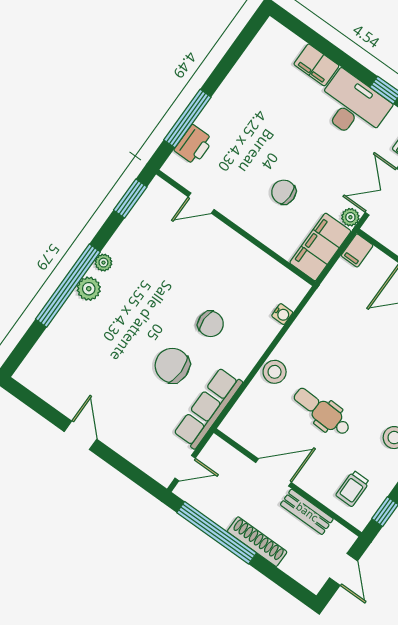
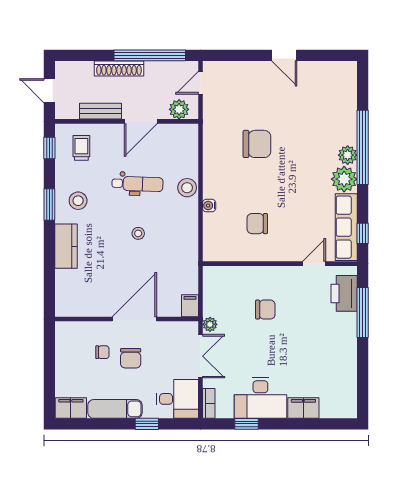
printer: (194, 145) -> (344, 293), width x1.37, depth x1.19
window: (130, 199) -> (363, 233), width x0.67
filing cabinet: (320, 247) -> (216, 291), removed
plant: (103, 263) -> (344, 179), width x1.88, depth x1.88
water cooler: (282, 314) -> (209, 206), moved
chair: (211, 324) -> (257, 224), moved
stool: (357, 361) -> (138, 233), added
row of seats: (208, 408) -> (346, 227), moved, turned 180
plant: (226, 457) -> (179, 109), added

